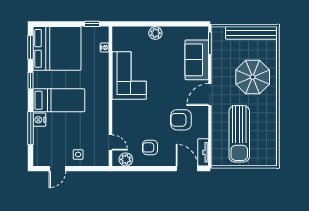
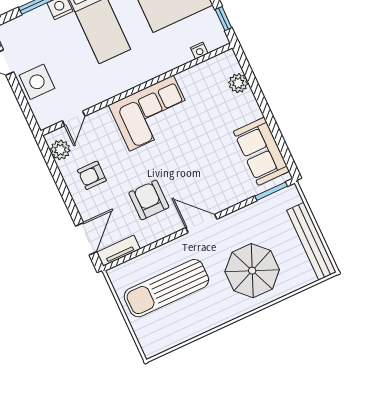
plant: (155, 33) -> (238, 83), moved
sofa: (197, 60) -> (261, 151), moved, turned -90
corner sofa: (129, 75) -> (151, 113), moved
armchair: (150, 147) -> (92, 175), turned -90
side table: (78, 154) -> (37, 82), width x1.87, depth x1.87

